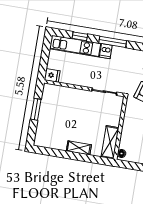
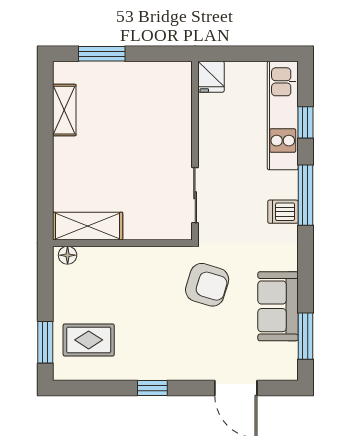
dishwasher: (106, 51) -> (283, 212), moved
window: (36, 109) -> (102, 54), moved
shelving: (79, 148) -> (64, 110), moved

